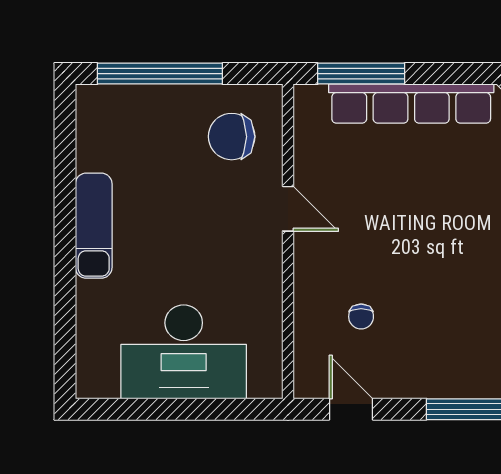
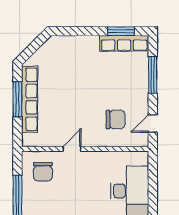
window: (361, 74) -> (18, 99), moved
chair: (361, 317) -> (115, 119), width x1.87, depth x1.87

